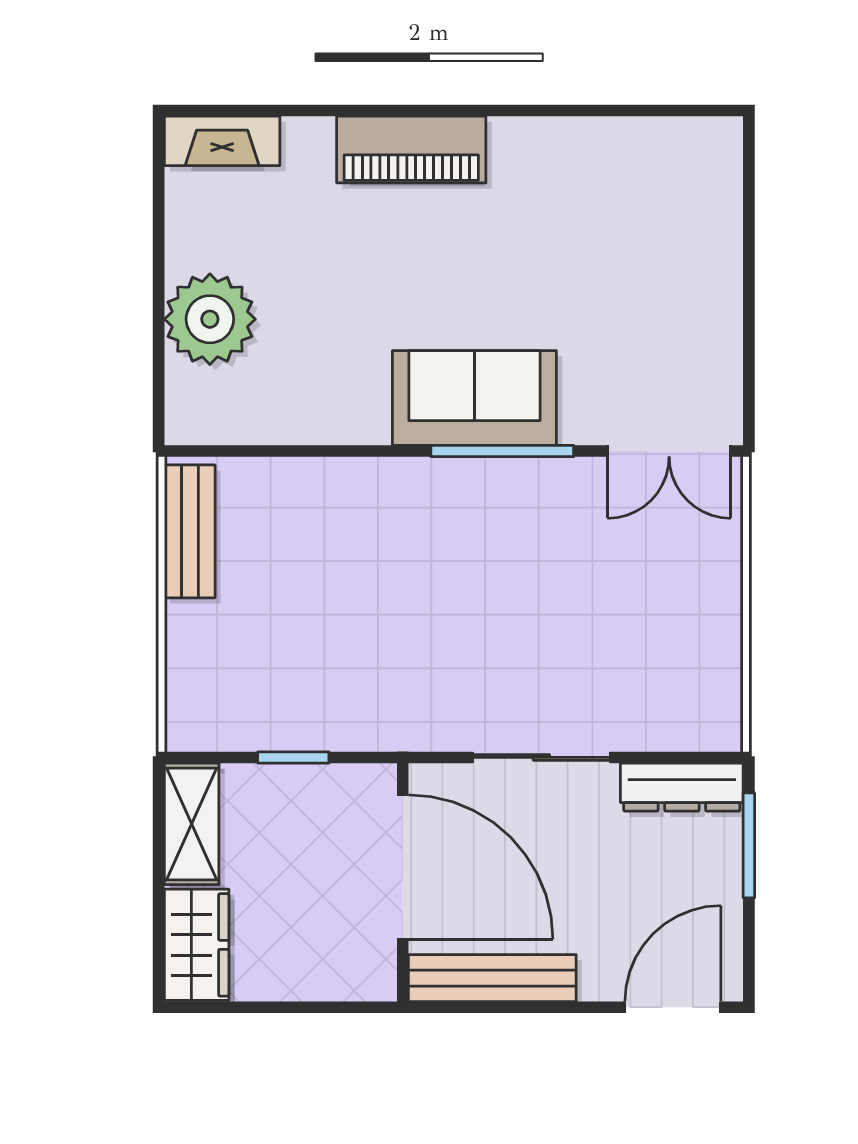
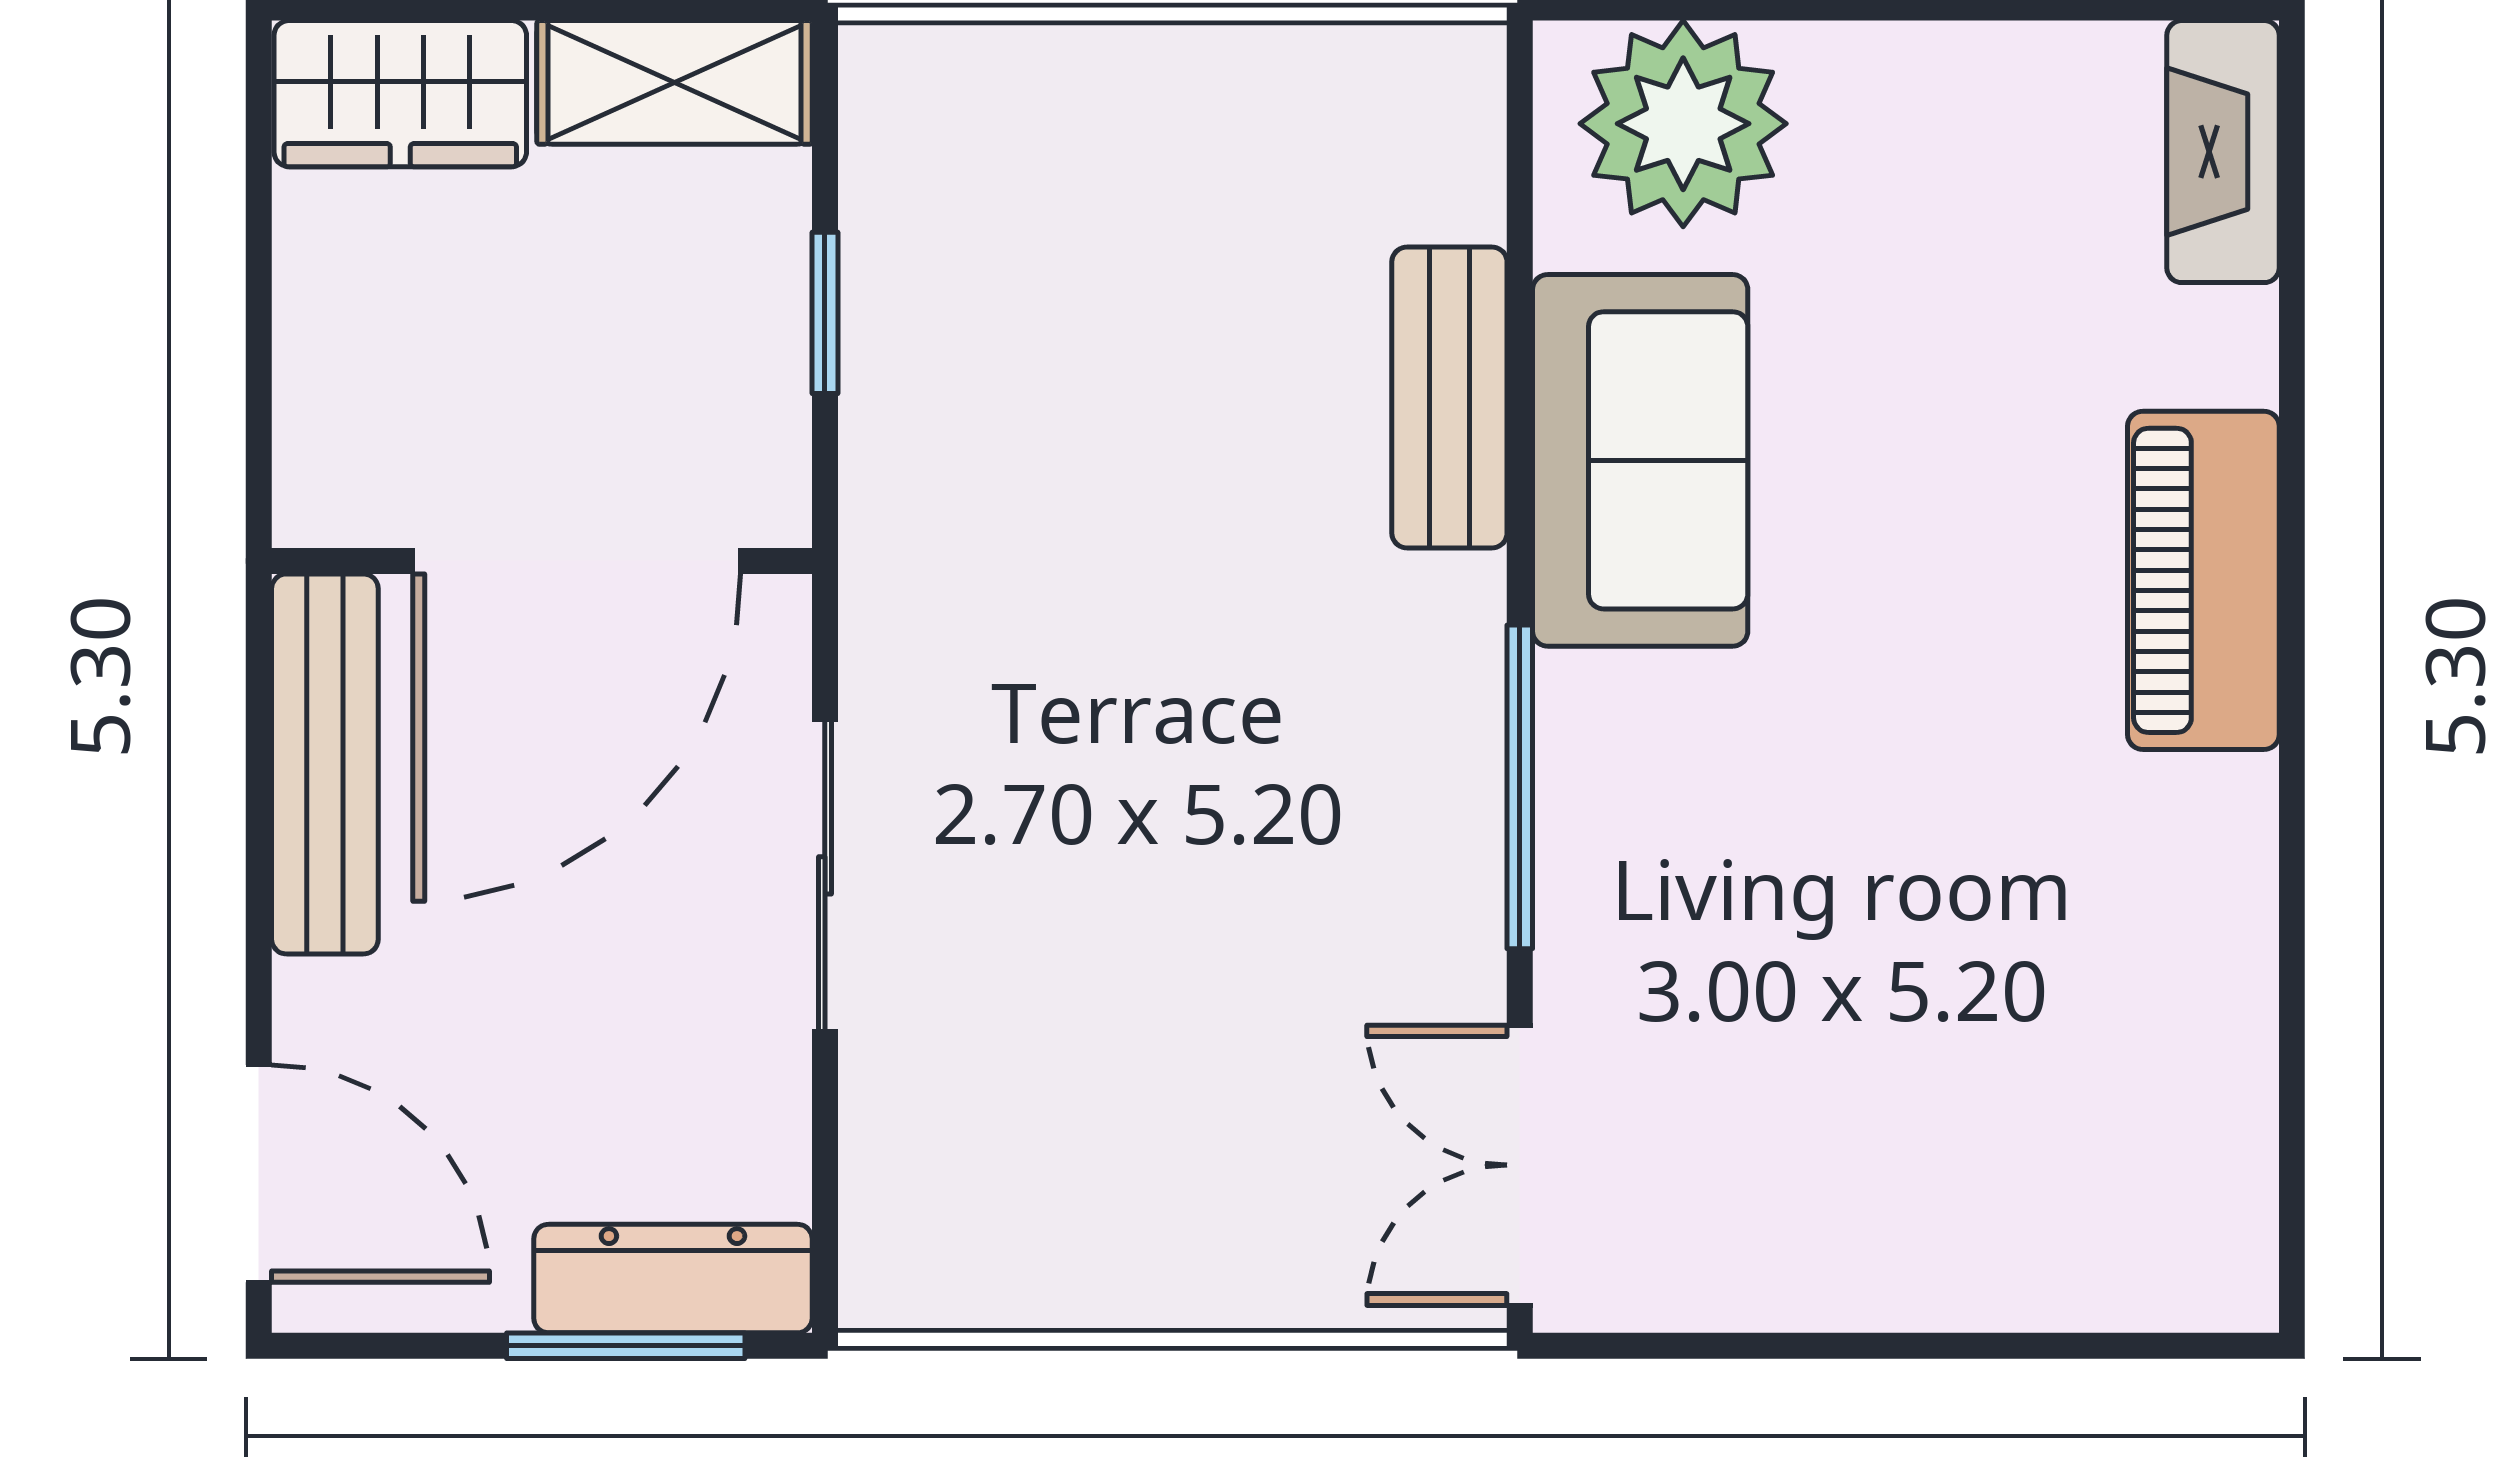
plant: (210, 319) -> (1683, 124), moved
sofa: (474, 398) -> (1640, 460), moved
bench: (190, 531) -> (1449, 397), moved, turned 90
dresser: (682, 787) -> (673, 1279), moved, turned 90

